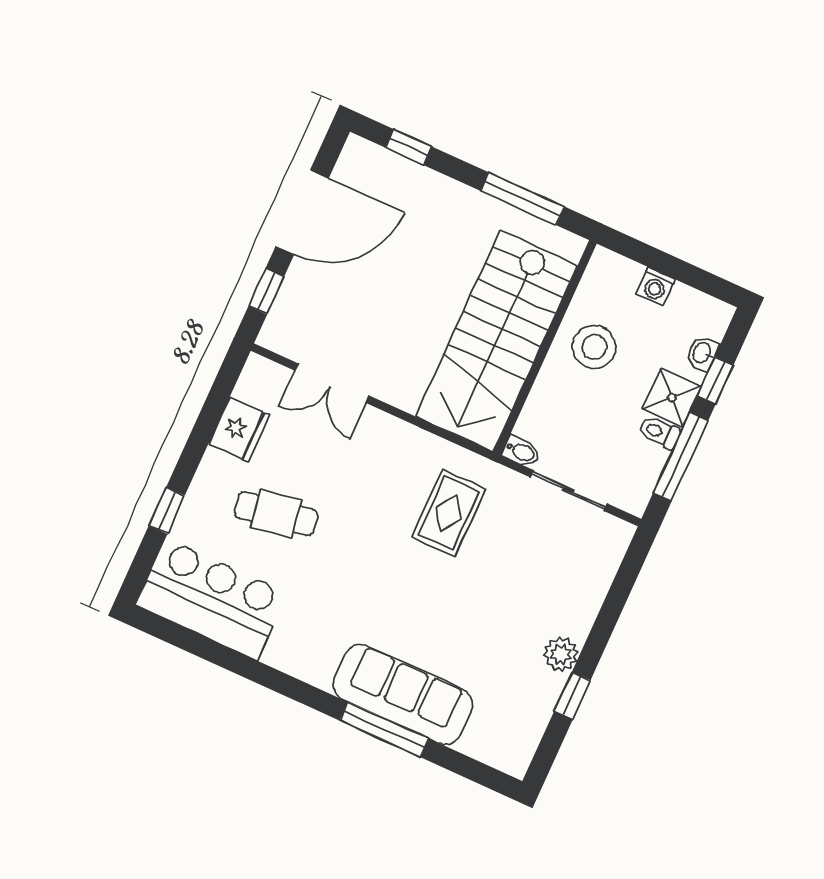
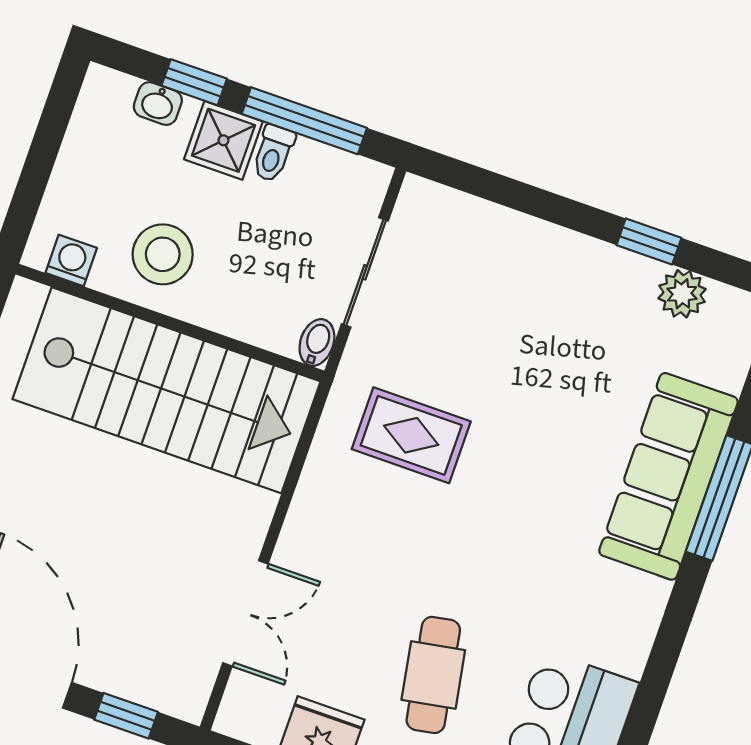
washing machine: (656, 286) -> (71, 260), moved, turned -90
plant: (561, 654) -> (682, 294), moved

